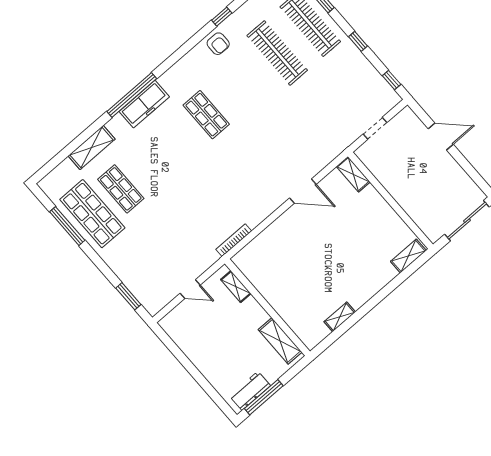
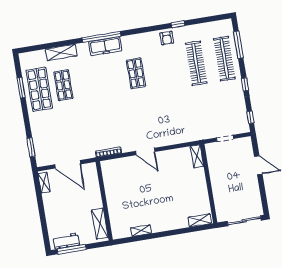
door: (303, 191) -> (145, 151), moved
window: (67, 226) -> (21, 88), width x0.69
shelving: (236, 287) -> (44, 183), moved
door: (190, 289) -> (68, 164), width x1.87

